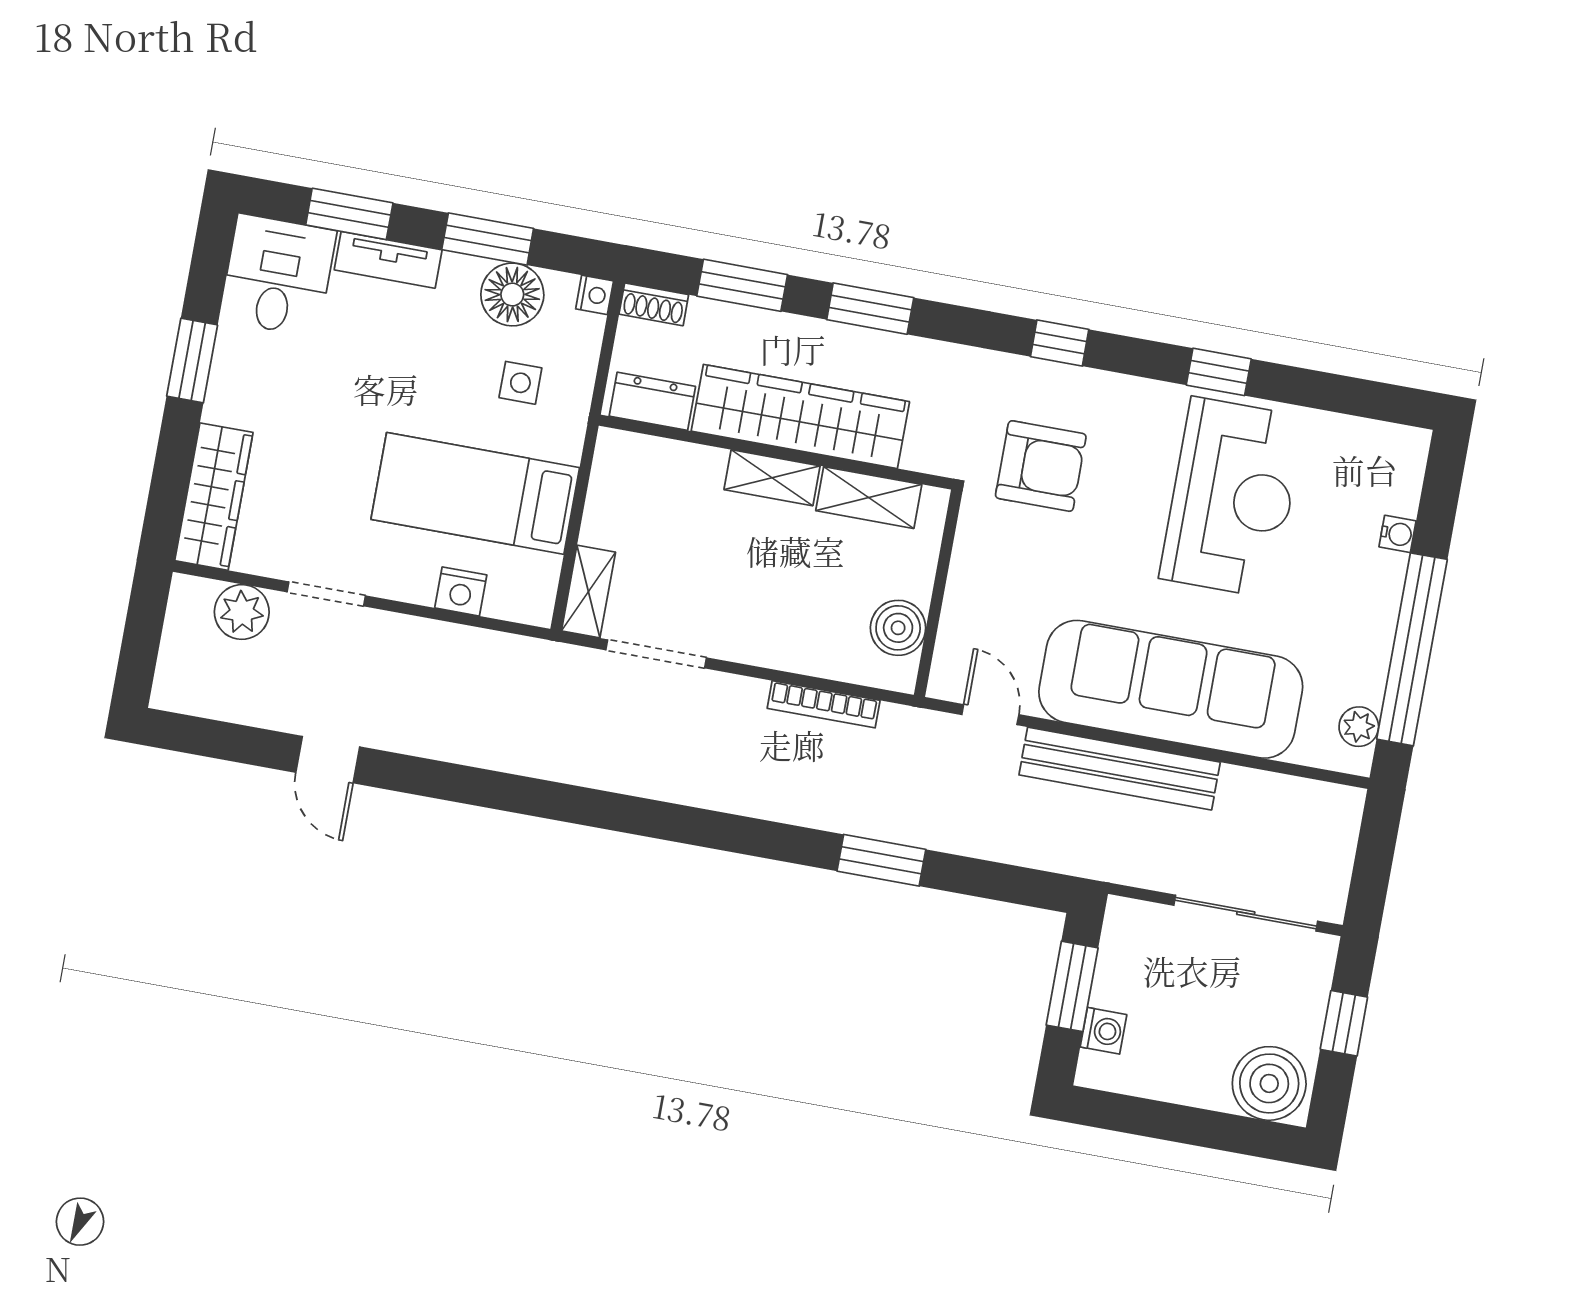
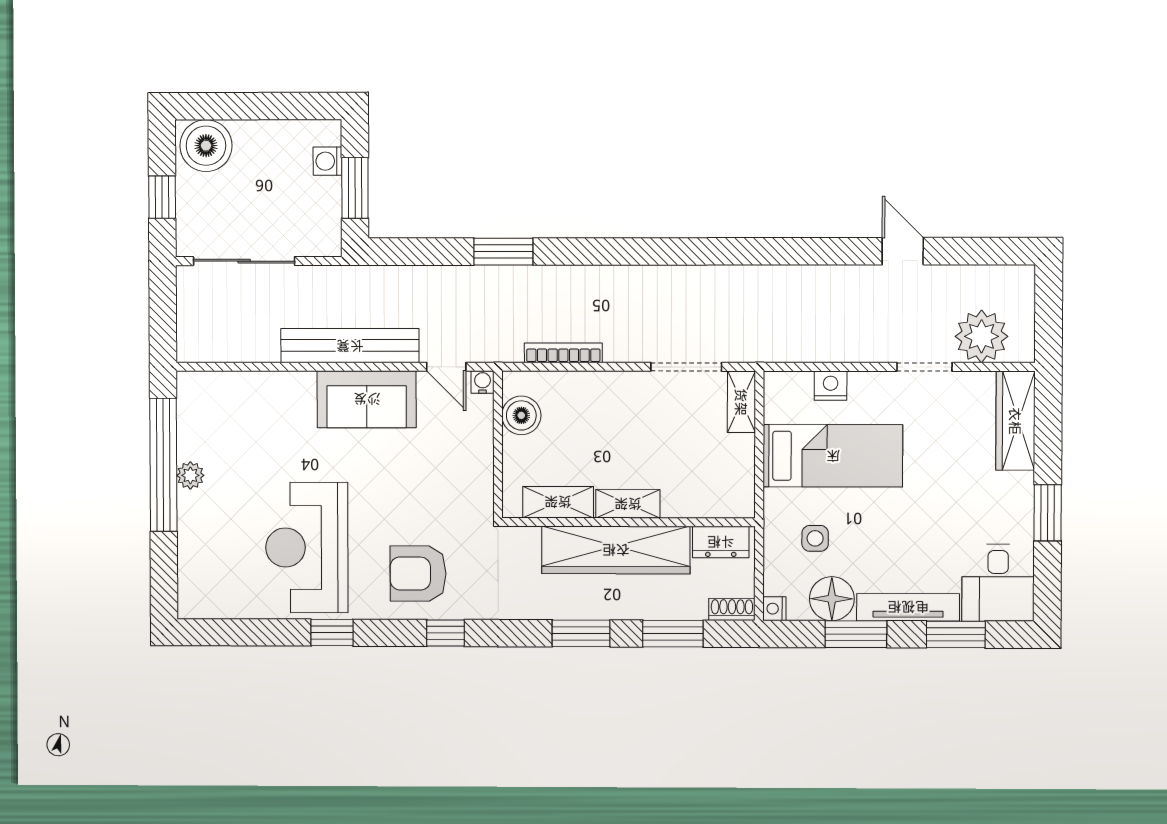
tv unit: (388, 260) -> (908, 607), width x1.41
armchair: (1041, 466) -> (418, 574), moved
water cooler: (1398, 534) -> (483, 382), moved, turned 90
plant: (242, 612) -> (982, 336), width x1.36, depth x1.36
sofa: (1171, 689) -> (367, 399), width x0.54, depth x0.79
plant: (1359, 727) -> (190, 475), moved

